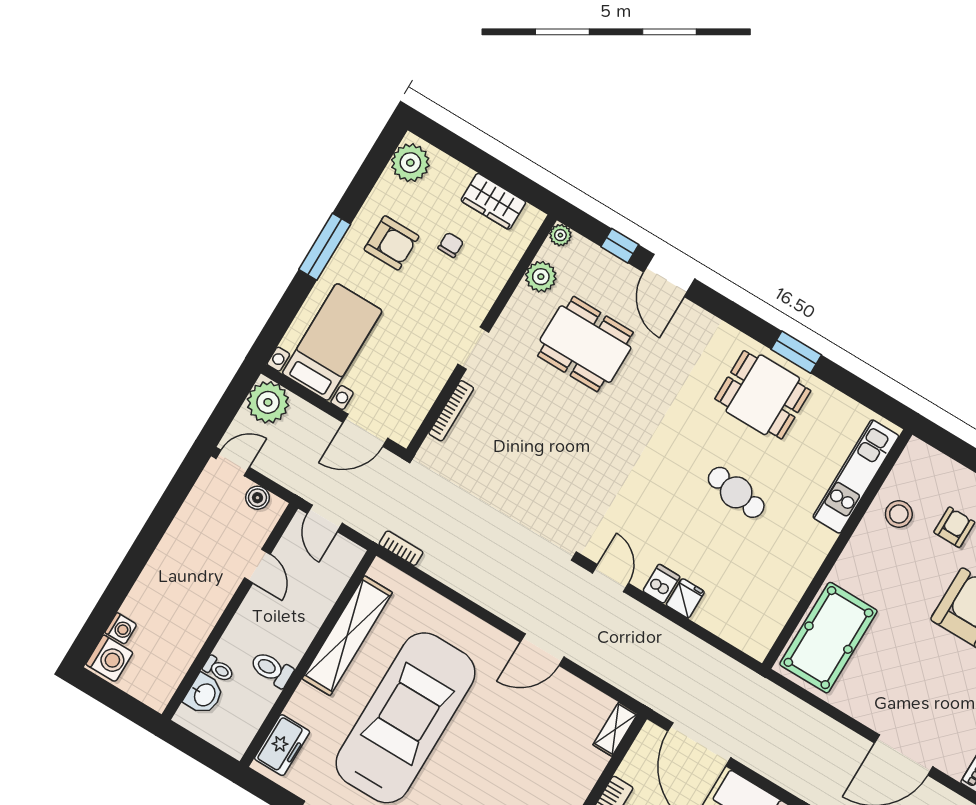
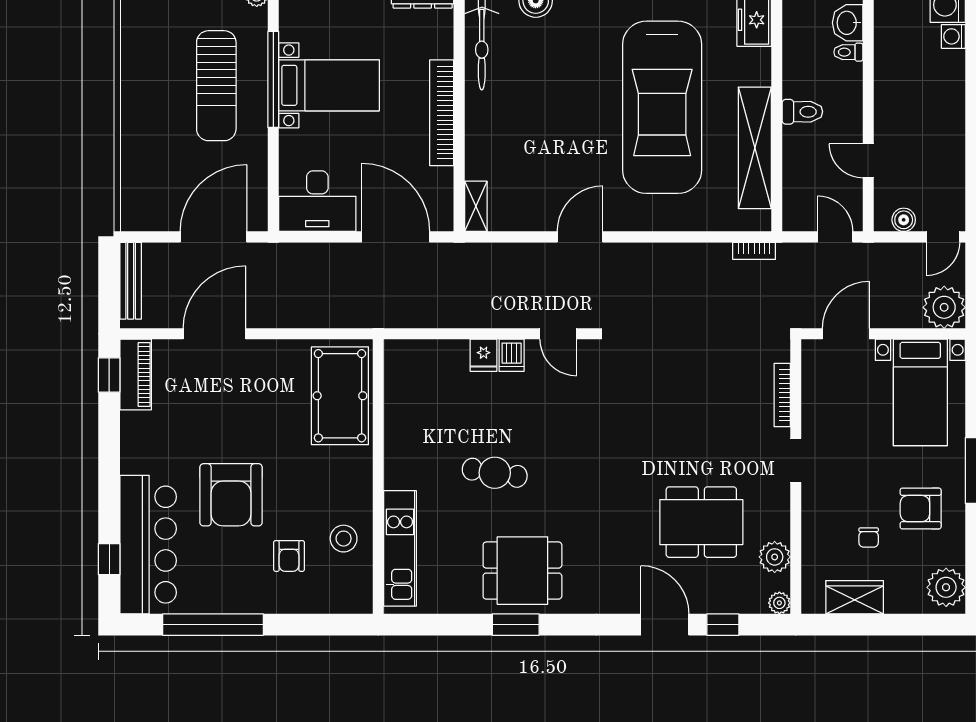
toilet: (272, 669) -> (802, 112), moved

